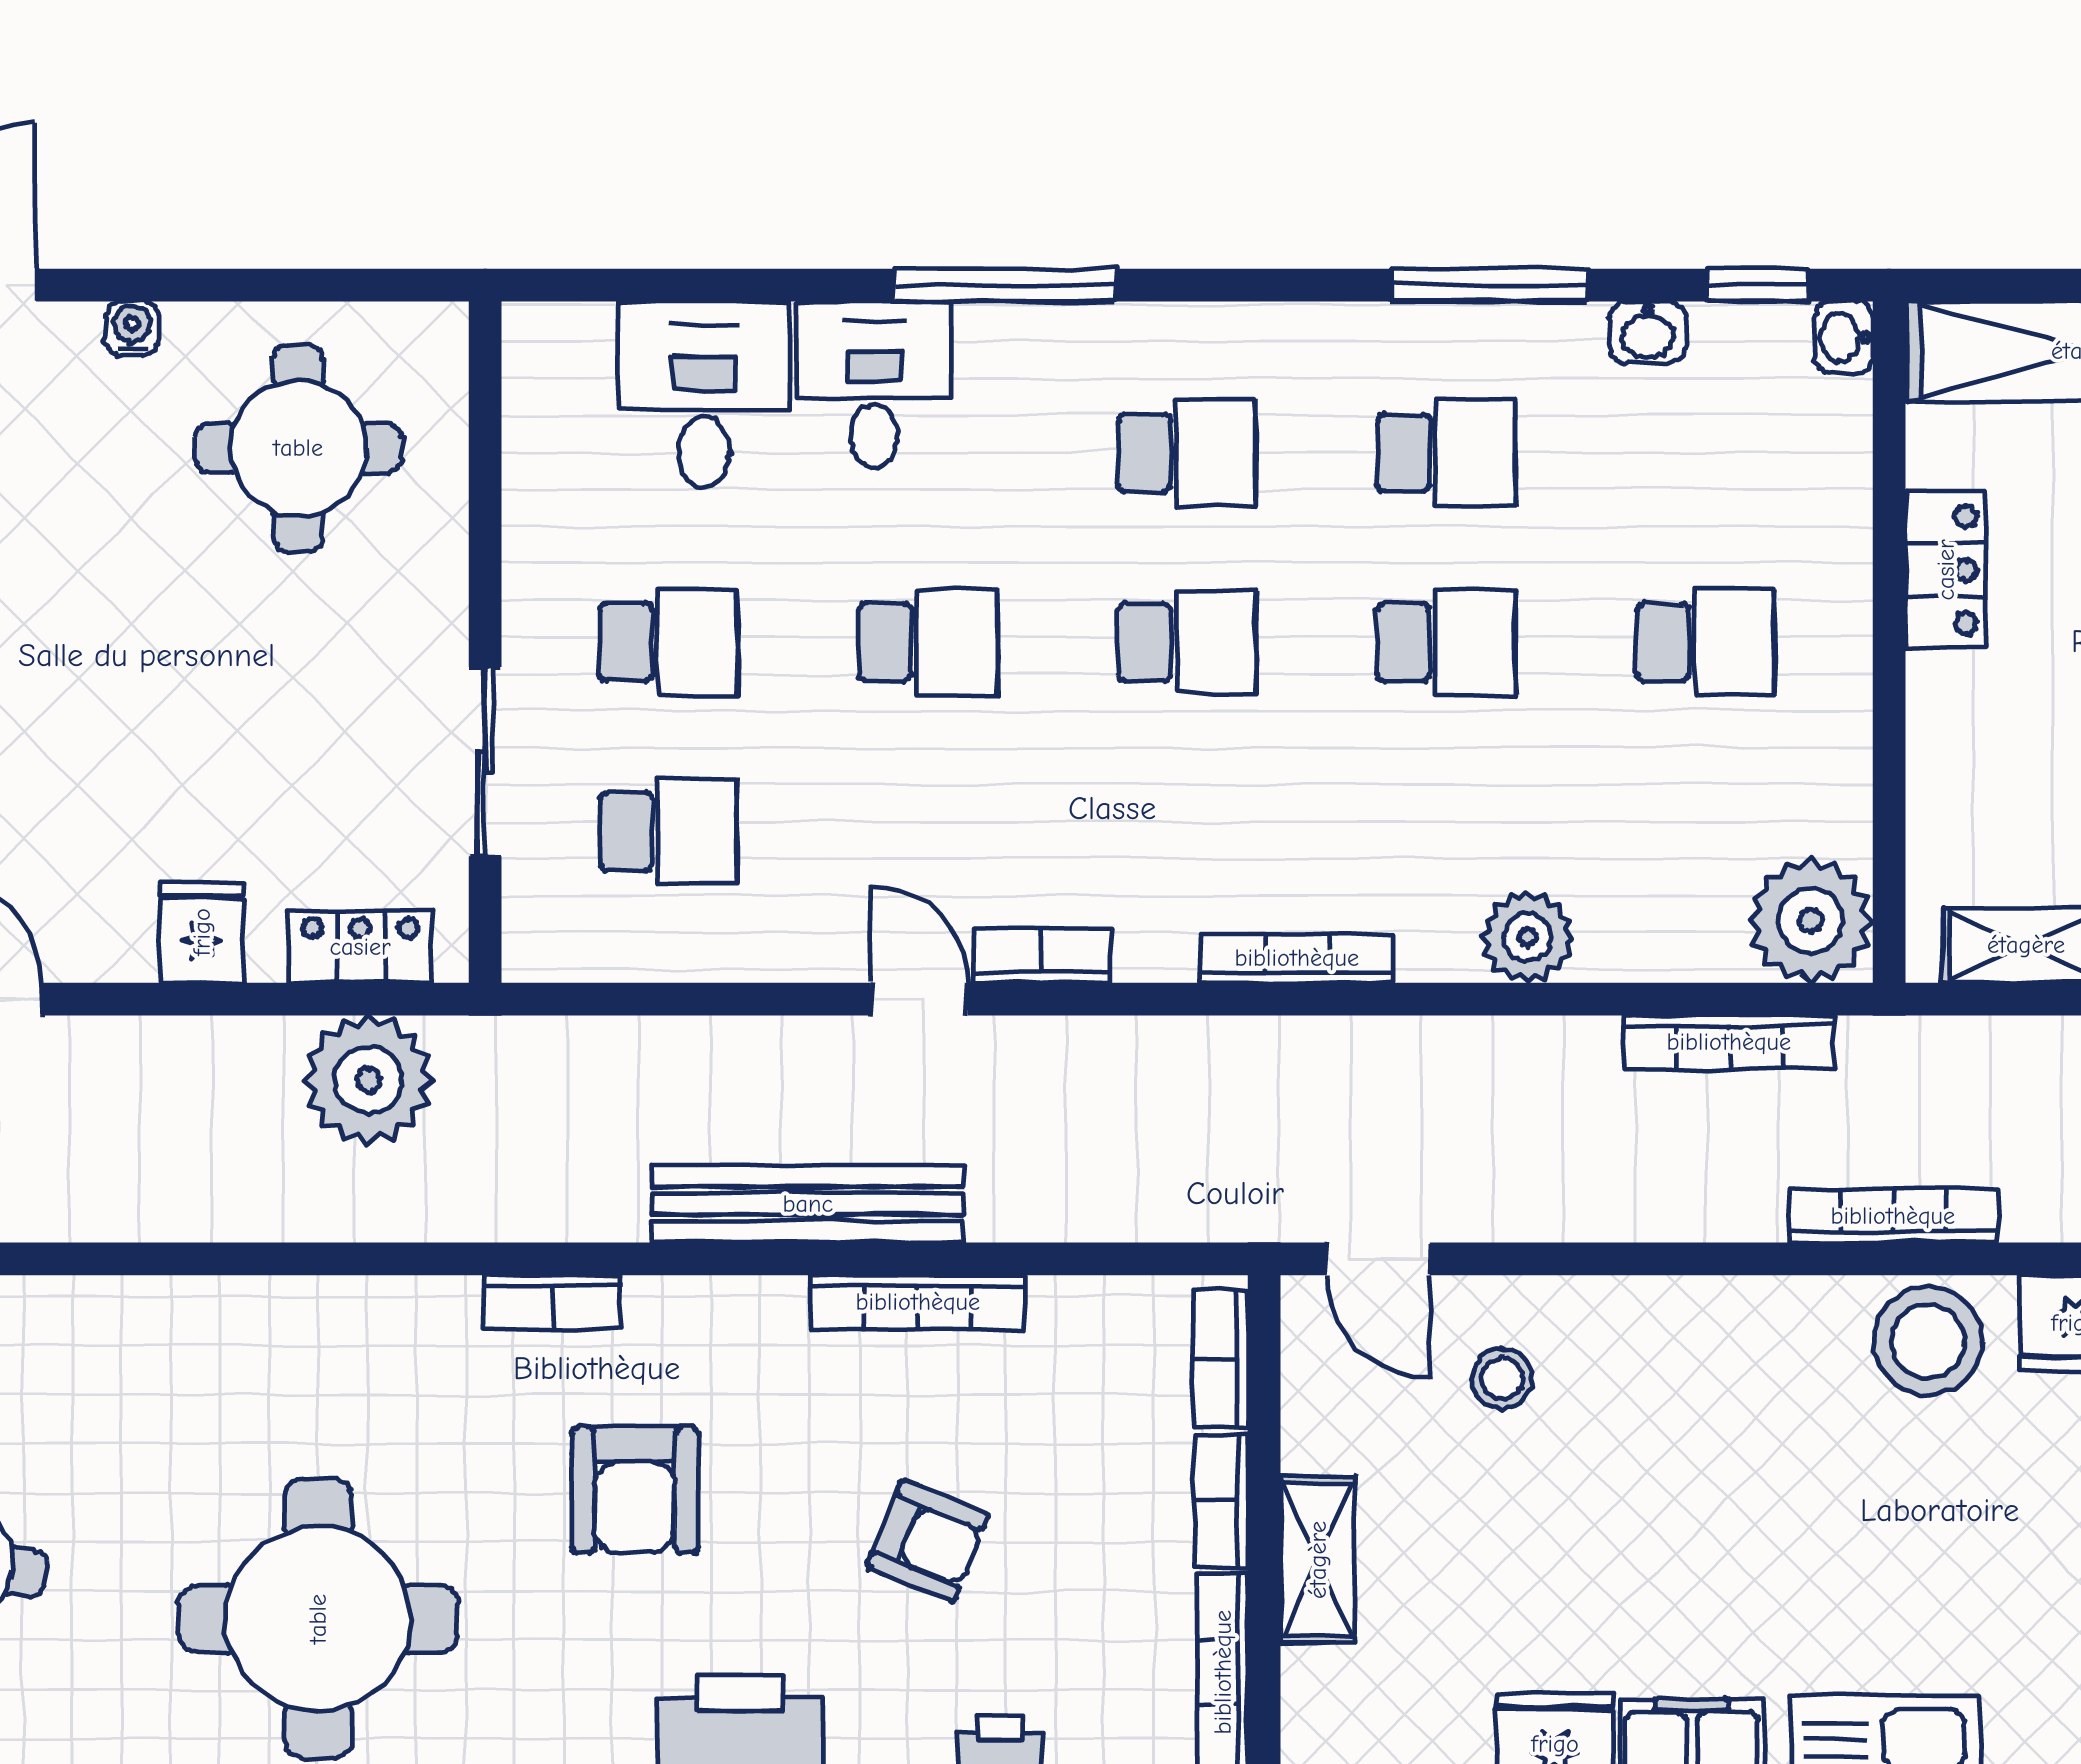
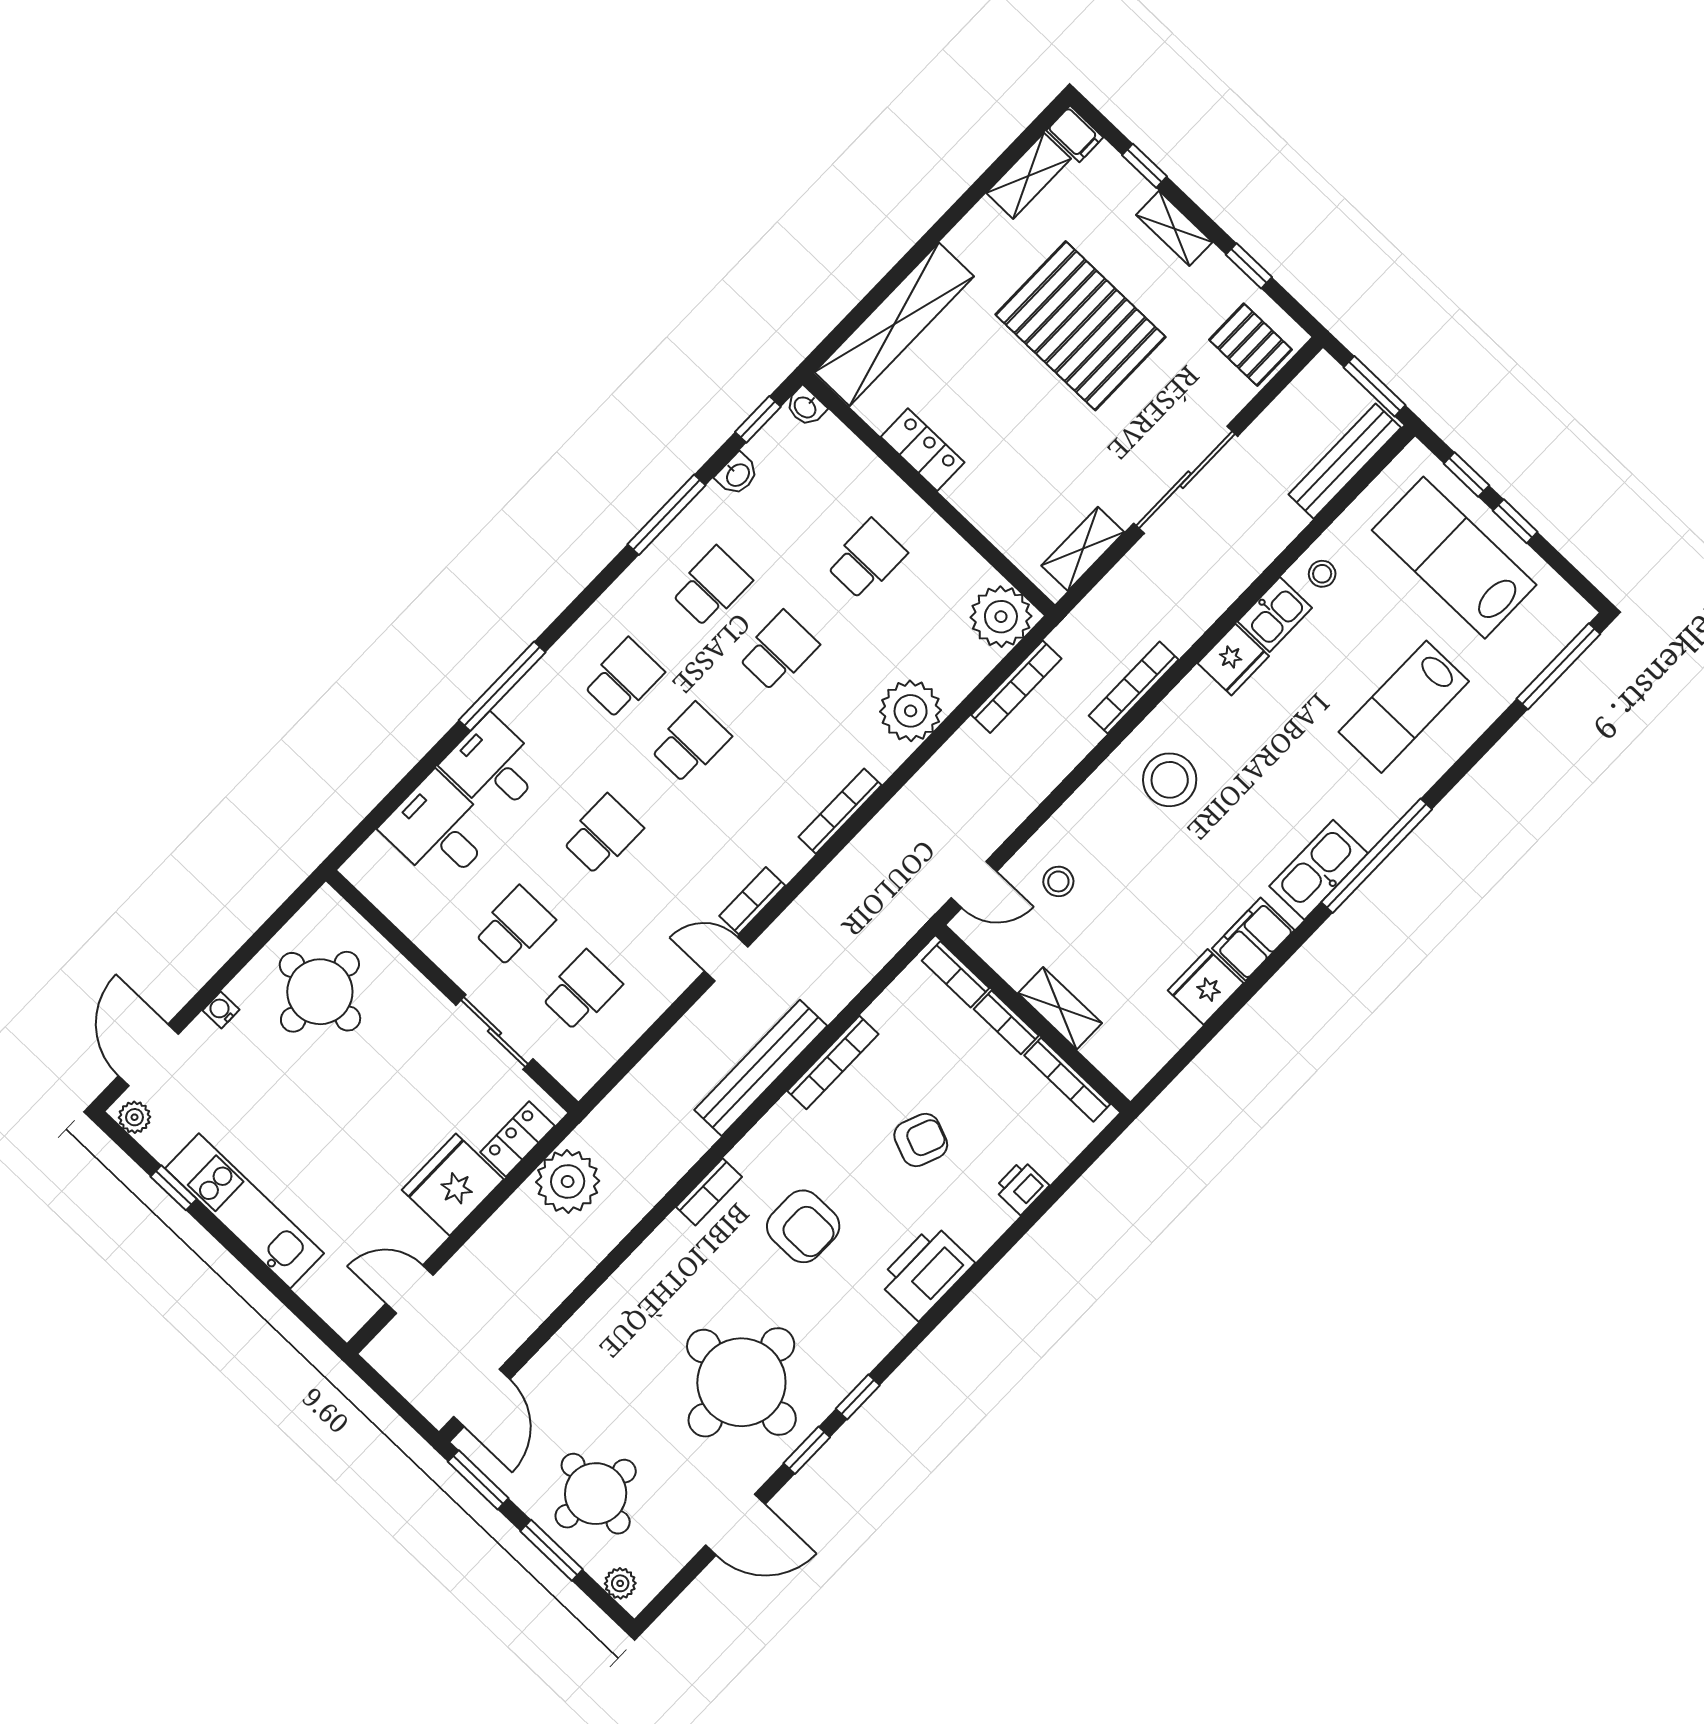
fridge: (202, 932) -> (453, 1185), width x1.88, depth x1.34
plant: (1528, 937) -> (911, 711), width x1.36, depth x1.36
stool: (1928, 1341) -> (1170, 780), moved

